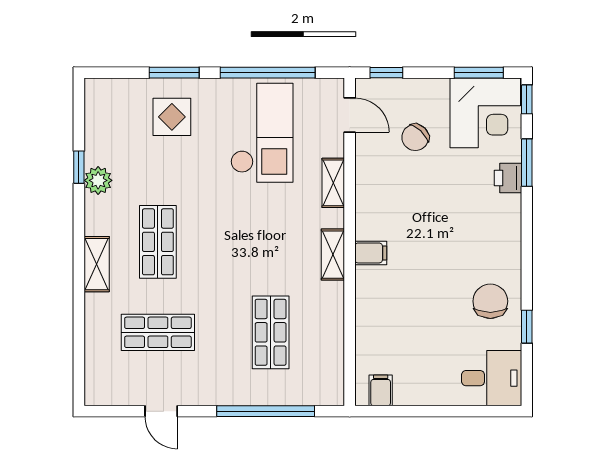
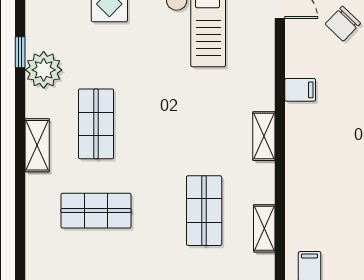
plant: (98, 180) -> (44, 70), width x1.36, depth x1.36
shelving: (333, 183) -> (264, 228), moved
filing cabinet: (371, 253) -> (300, 90), moved

